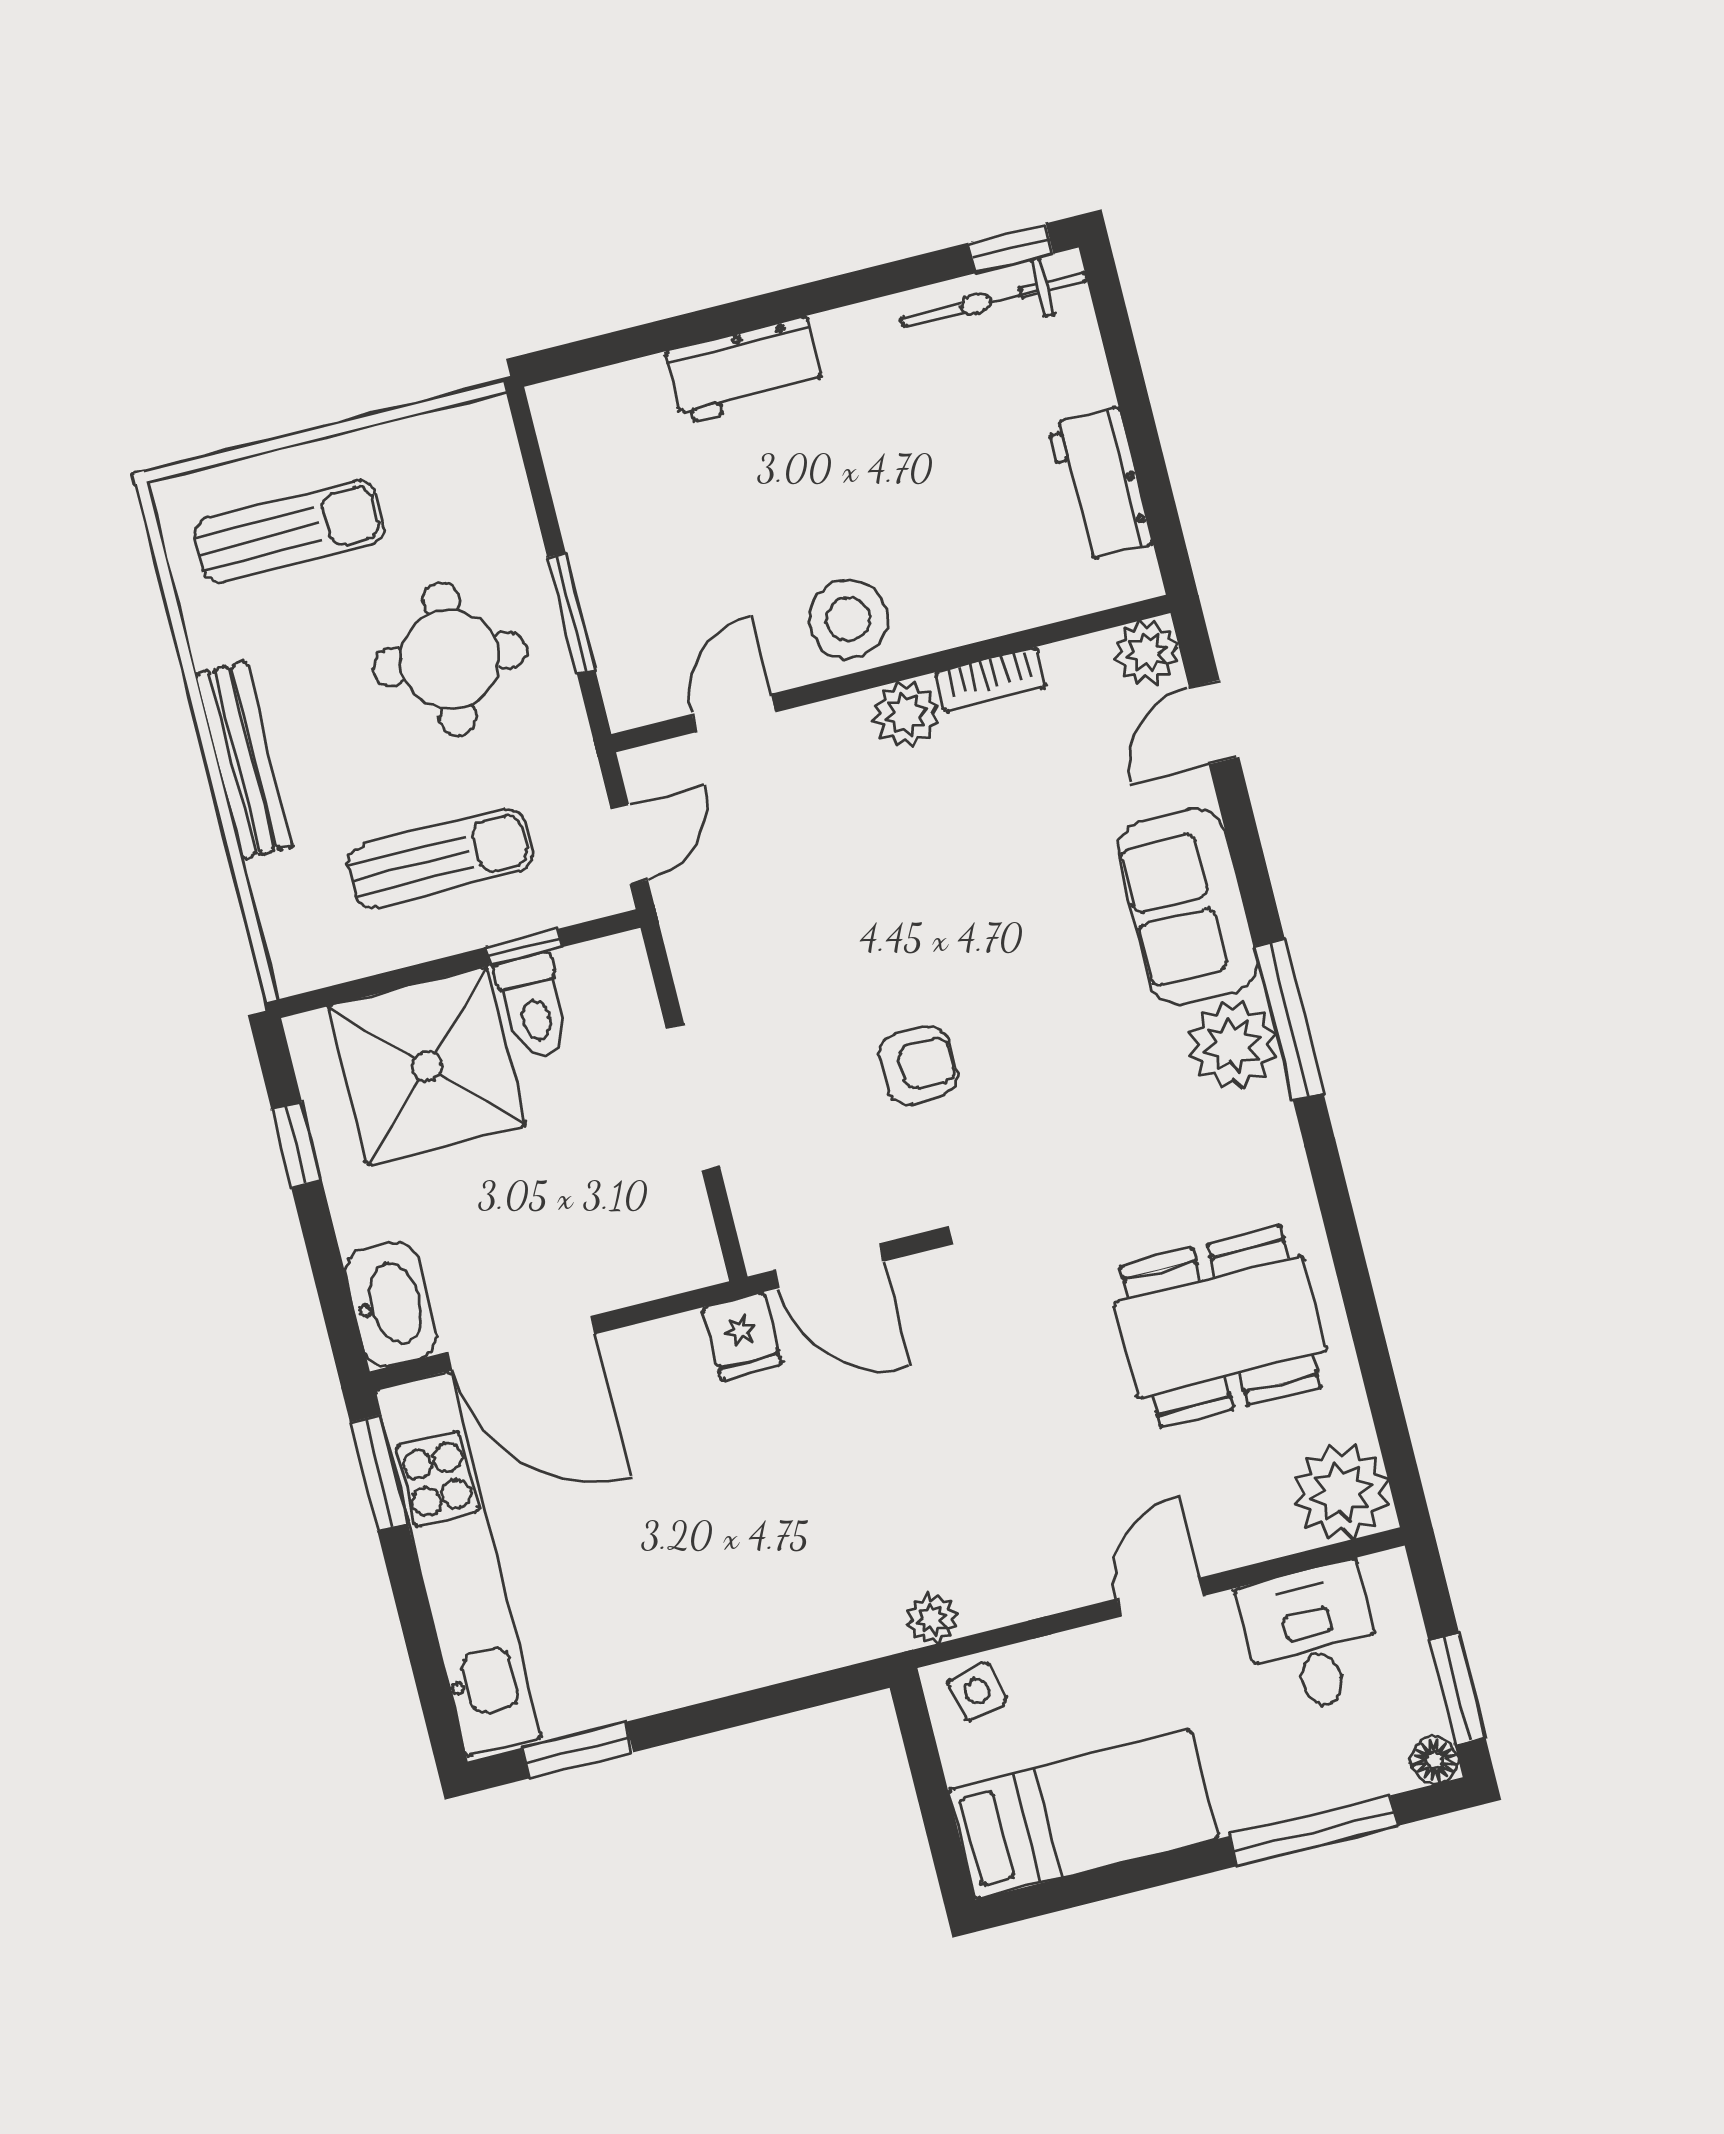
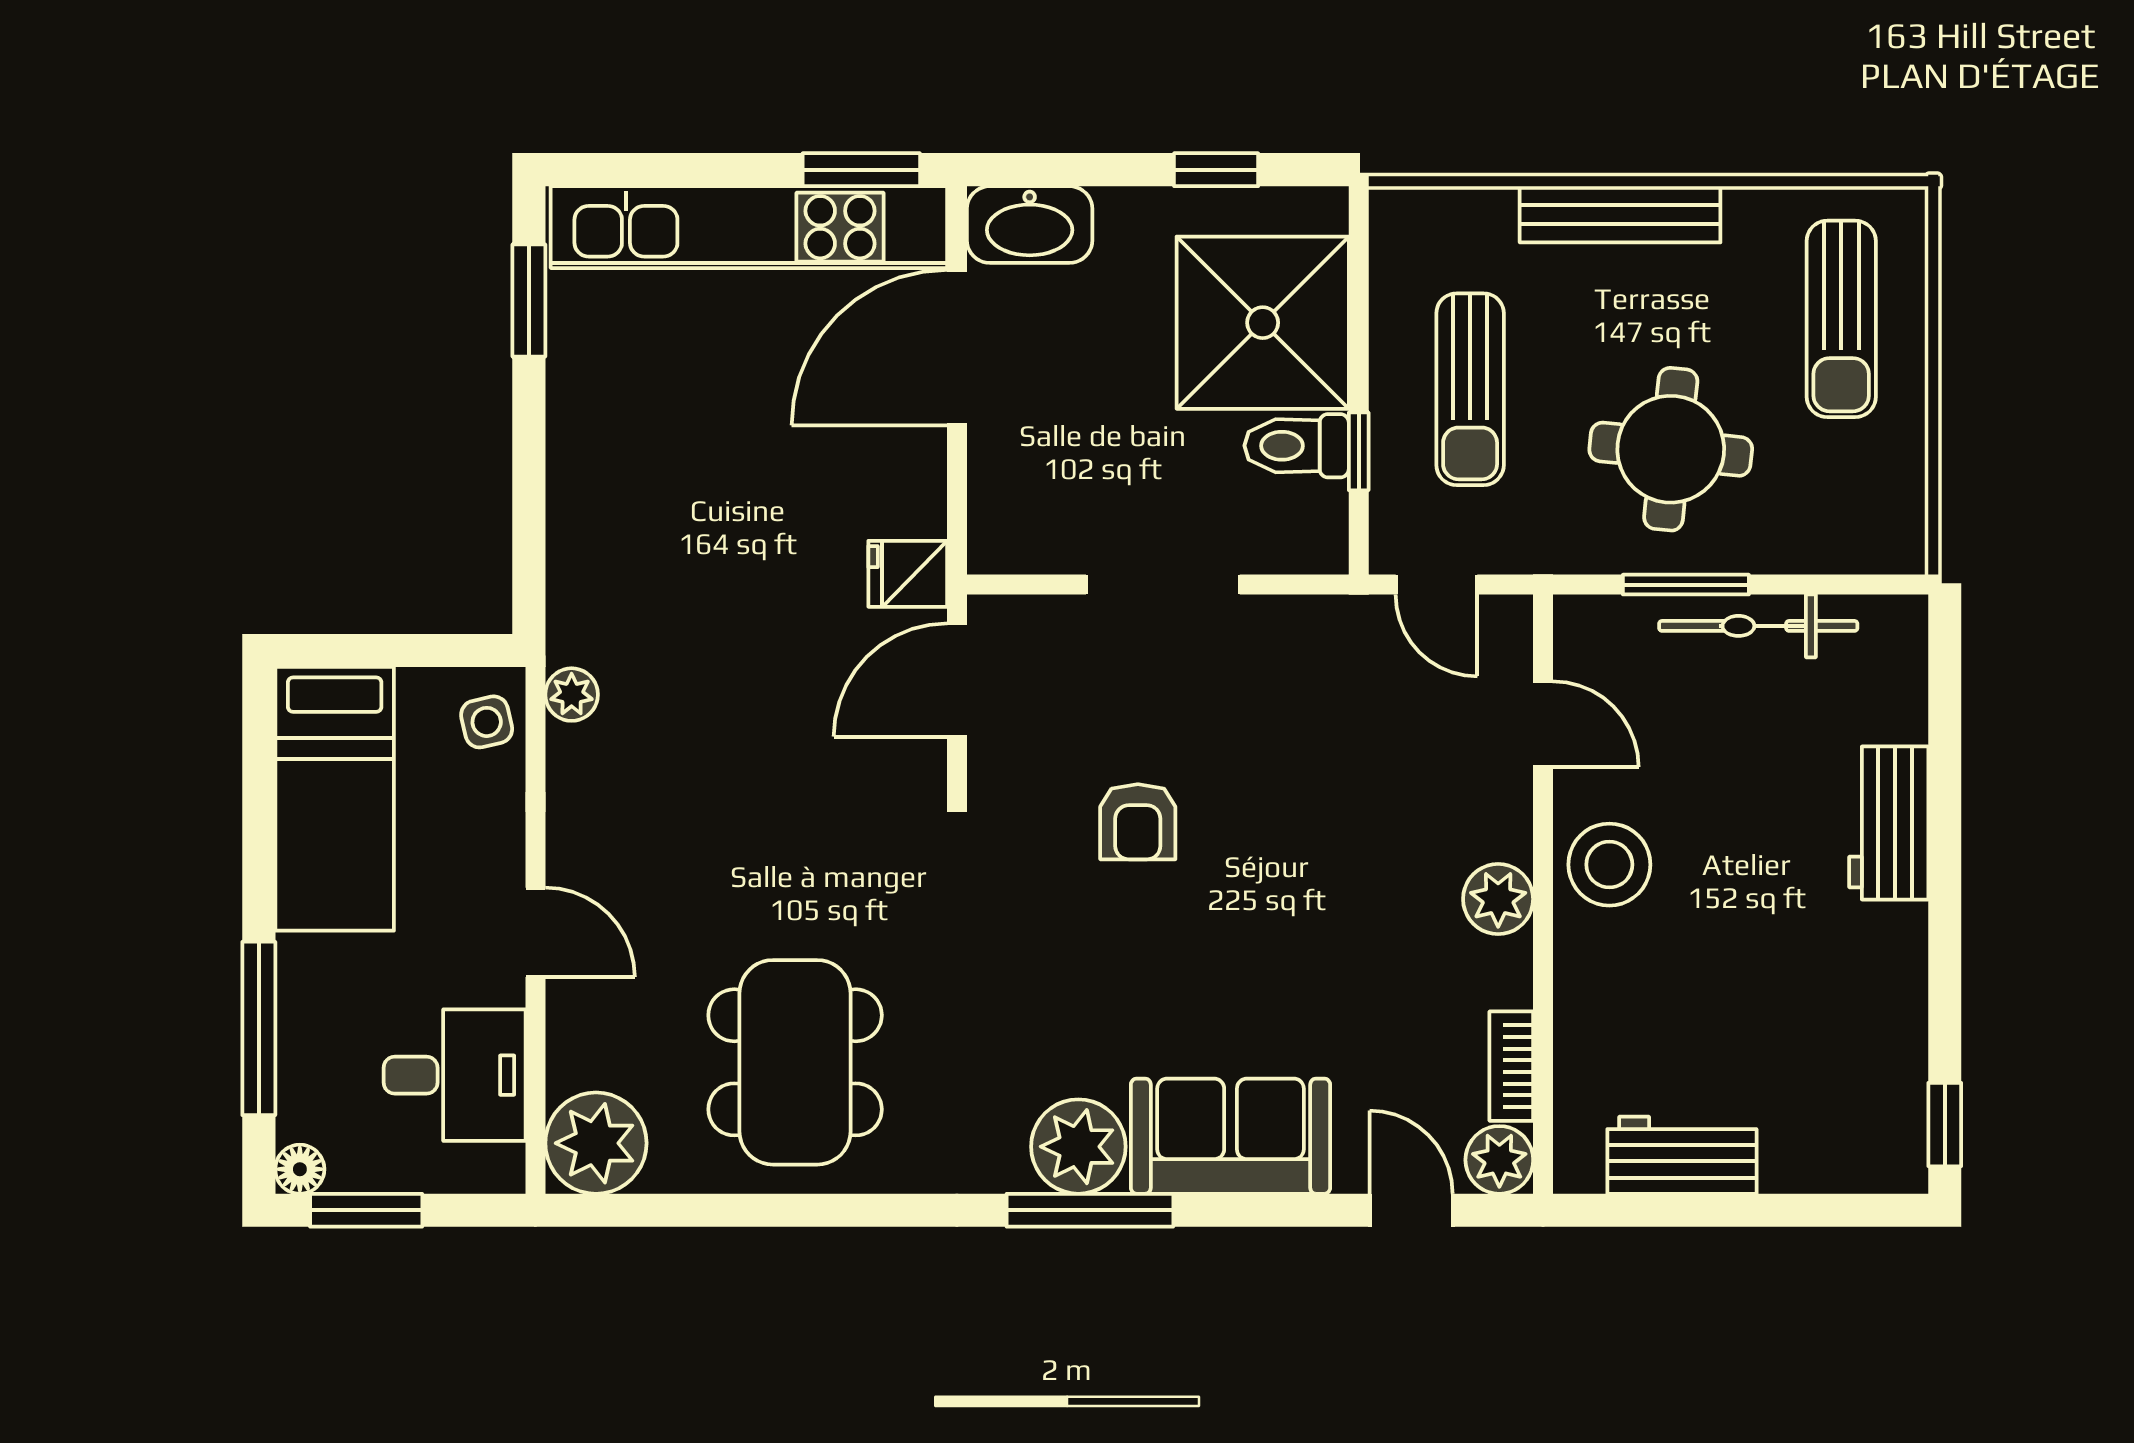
bicycle: (994, 300) -> (1758, 626), moved, turned -90
bookcase: (991, 680) -> (1511, 1066), moved

